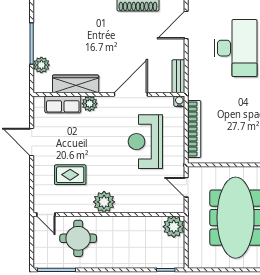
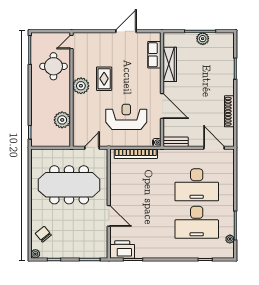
plant: (41, 65) -> (203, 39), moved
plant: (90, 104) -> (155, 75), removed
rug: (70, 175) -> (104, 79), moved
plant: (174, 227) -> (62, 120), moved

